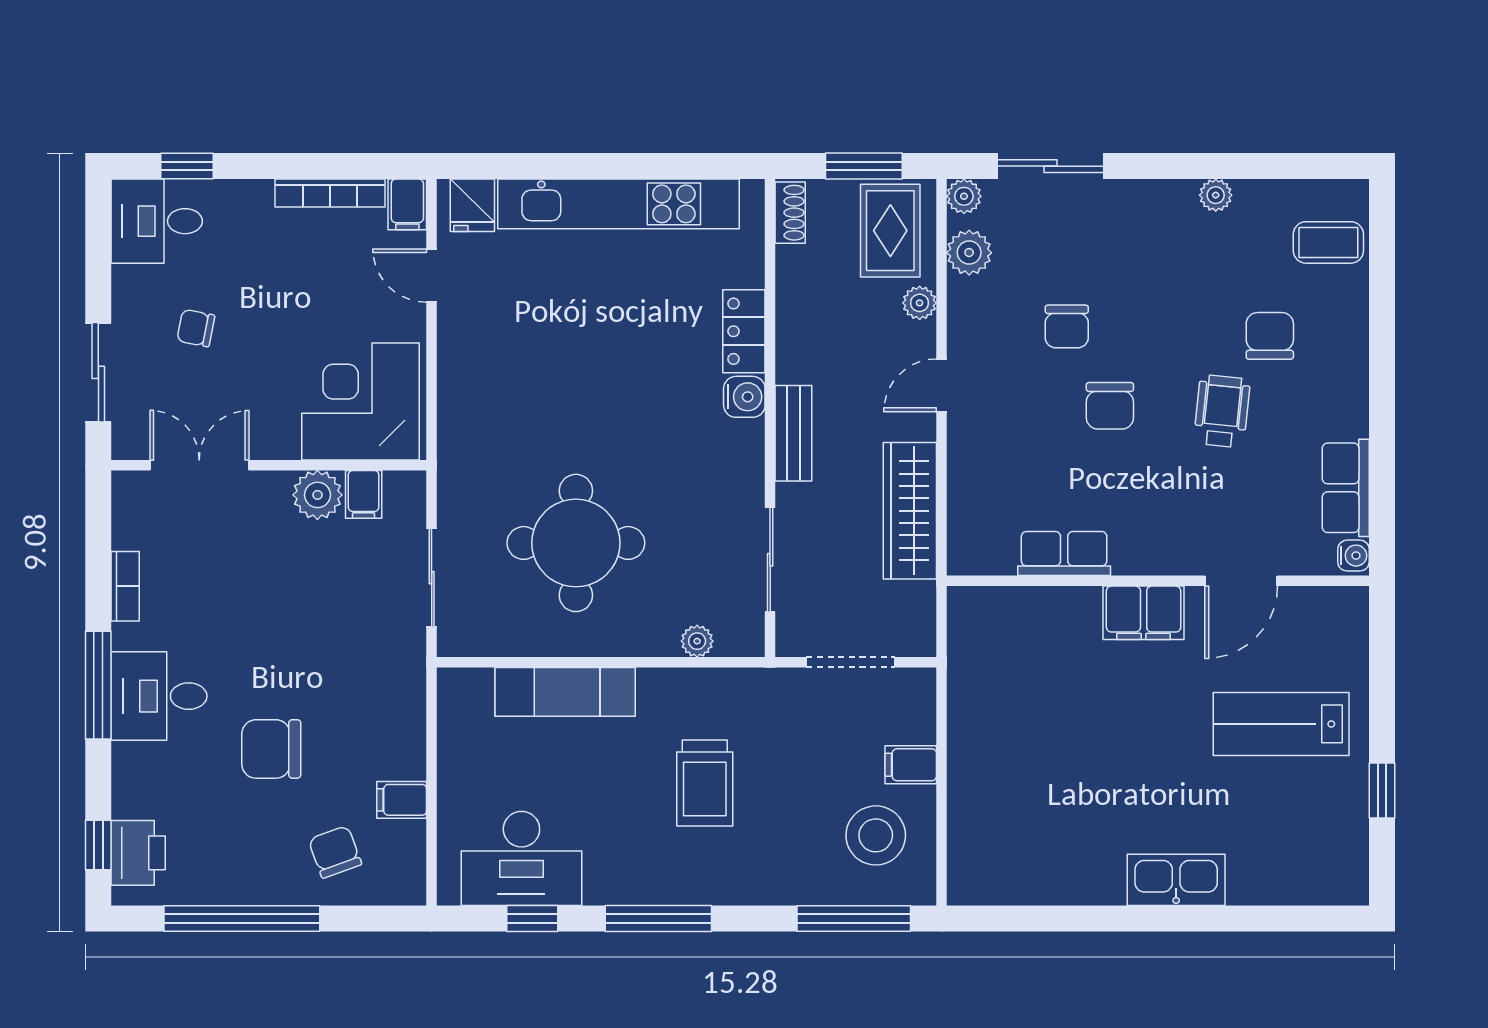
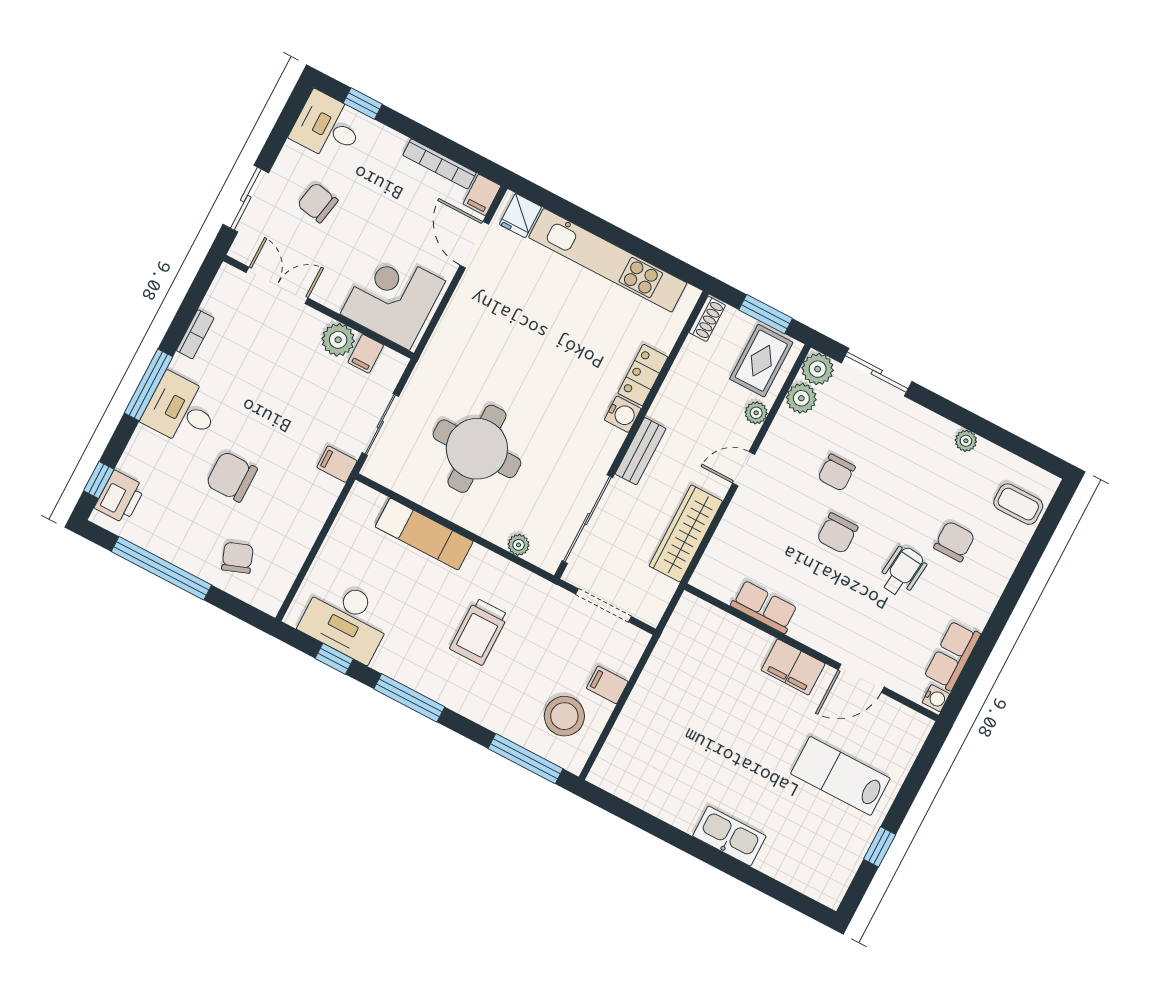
plant: (964, 196) -> (818, 369), width x1.38, depth x1.38
door: (432, 276) -> (474, 245), width x1.38
chair: (196, 328) -> (318, 203), width x1.37, depth x1.37
sliding door: (770, 560) -> (587, 519), width x1.37
filing cabinet: (402, 800) -> (337, 464), moved

